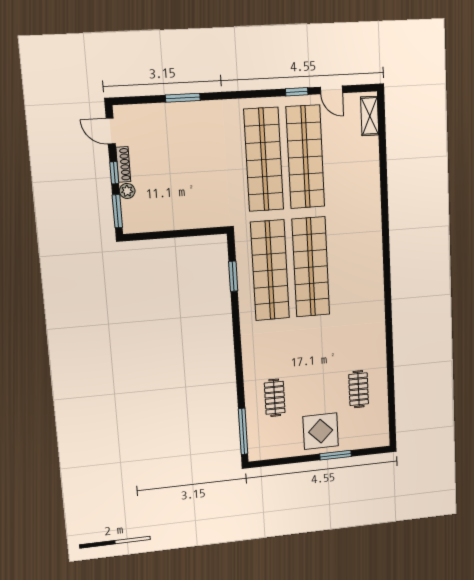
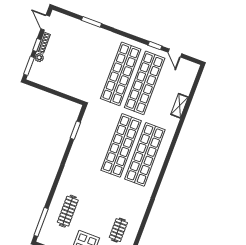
shelving: (370, 116) -> (180, 106), moved
shop shelf: (270, 270) -> (145, 154), moved
clothes rail: (275, 398) -> (68, 211), width x1.36

